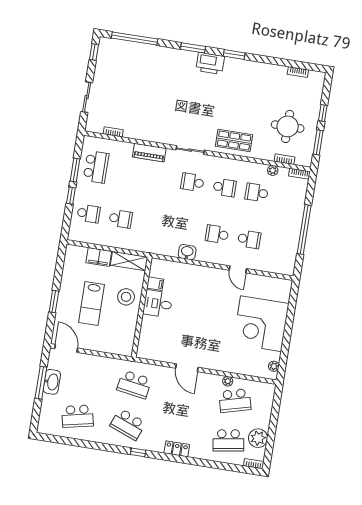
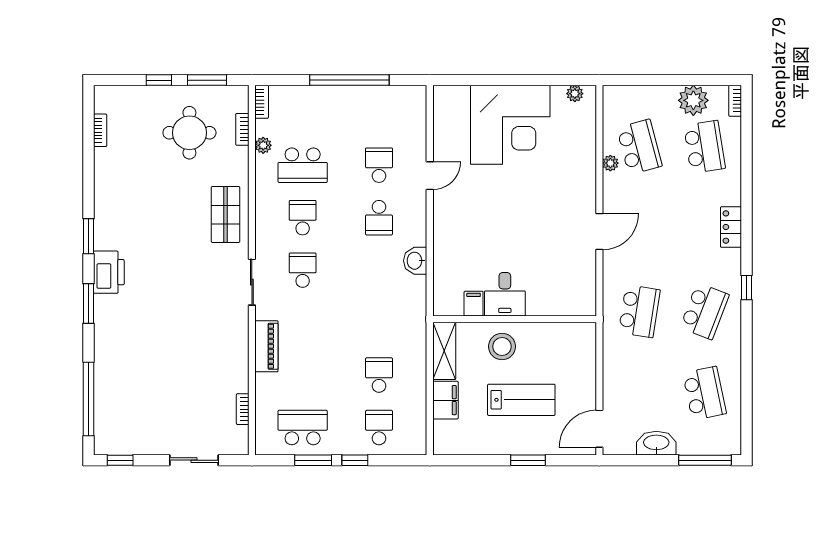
school desk: (192, 182) -> (303, 270), turned 180
school desk: (257, 193) -> (303, 165), width x1.85
window: (41, 383) -> (705, 460), moved

